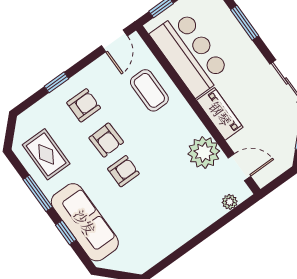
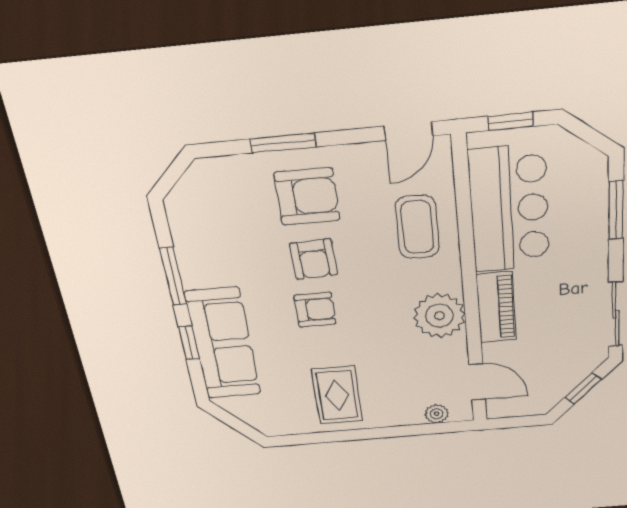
window: (57, 82) -> (283, 143), width x1.50
armchair: (84, 105) -> (307, 197), width x1.38, depth x1.38
plant: (204, 152) -> (439, 316), moved
rug: (46, 154) -> (337, 395), moved

